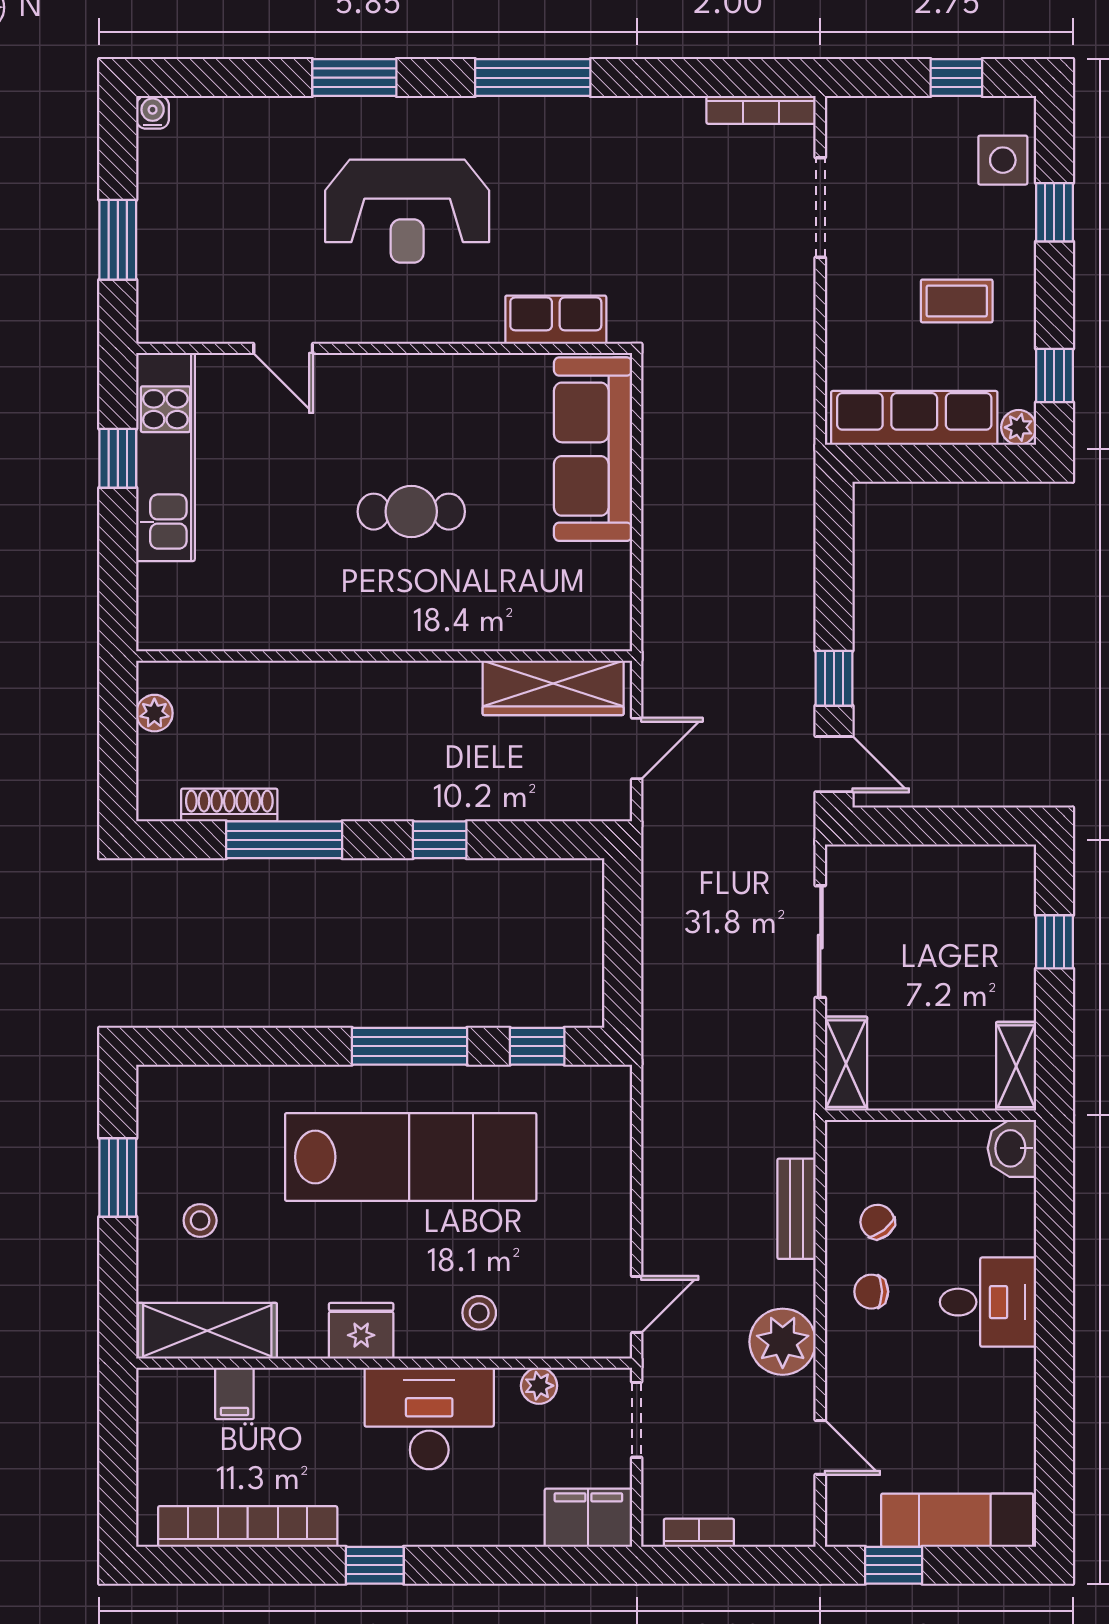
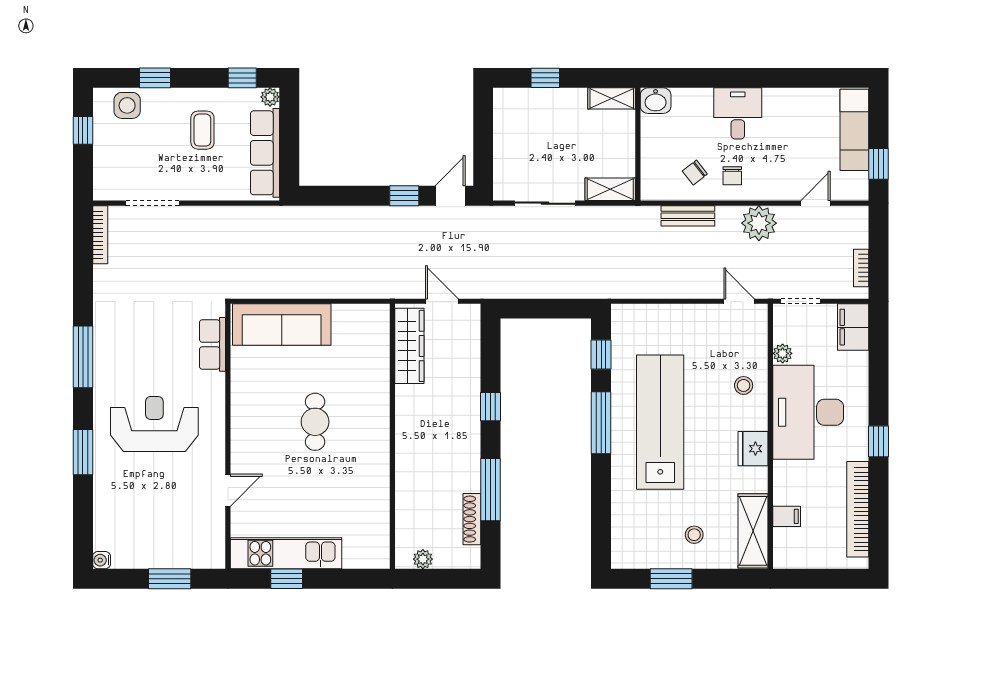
reception desk: (407, 211) -> (154, 424), turned -90
desk: (429, 1418) -> (808, 412), width x1.36, depth x1.30

